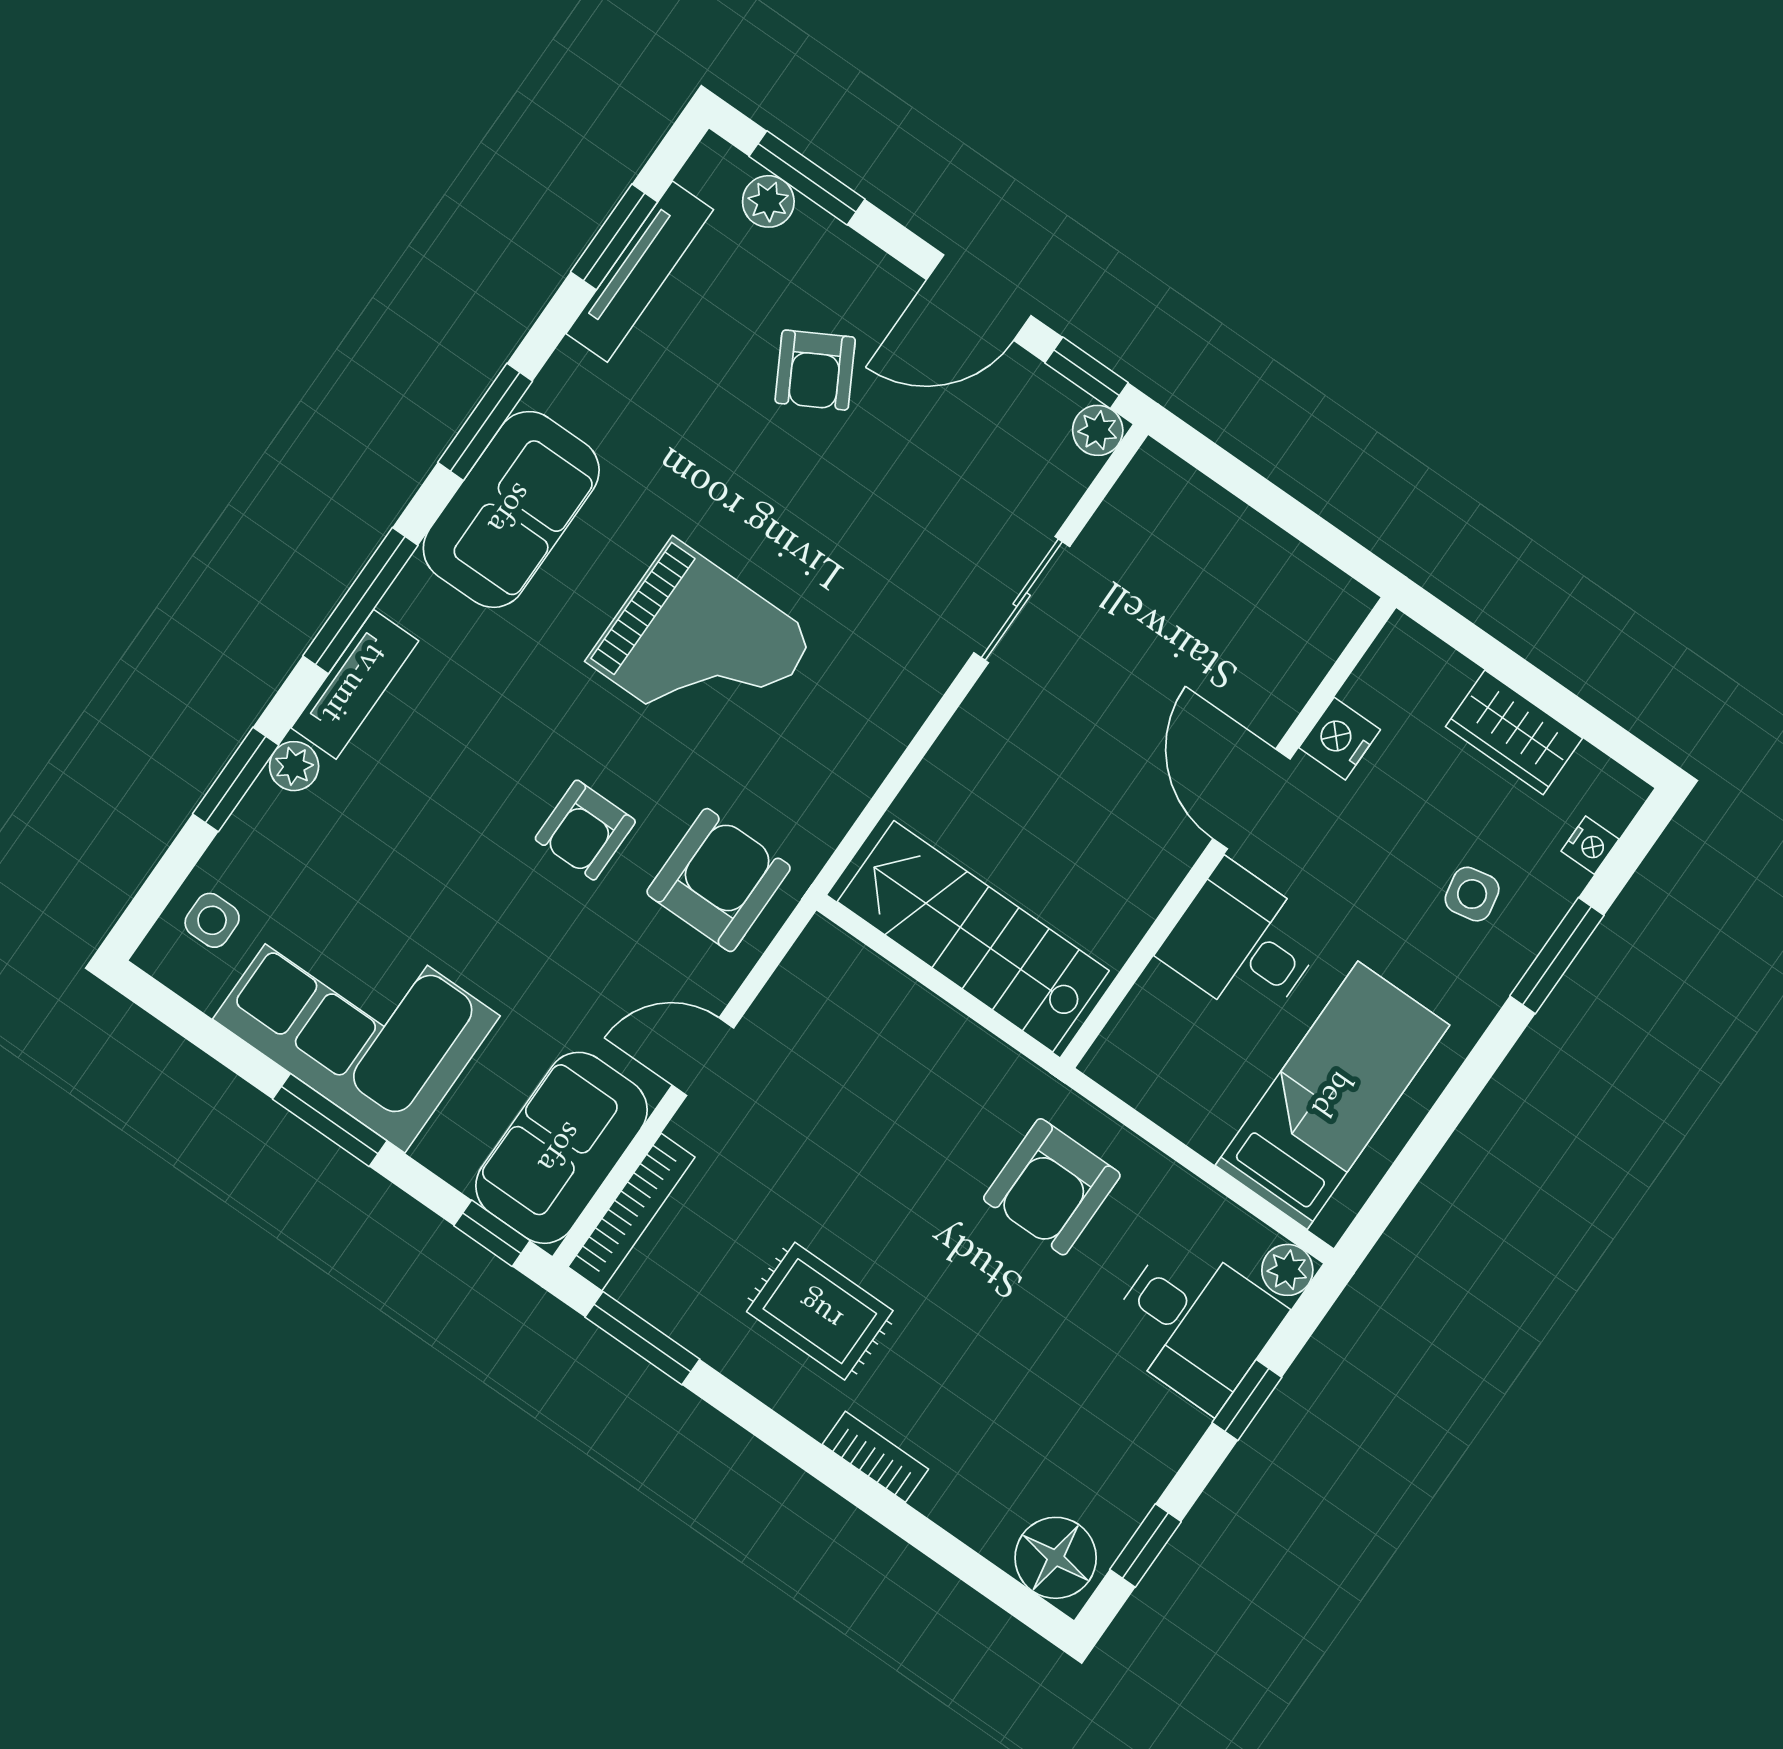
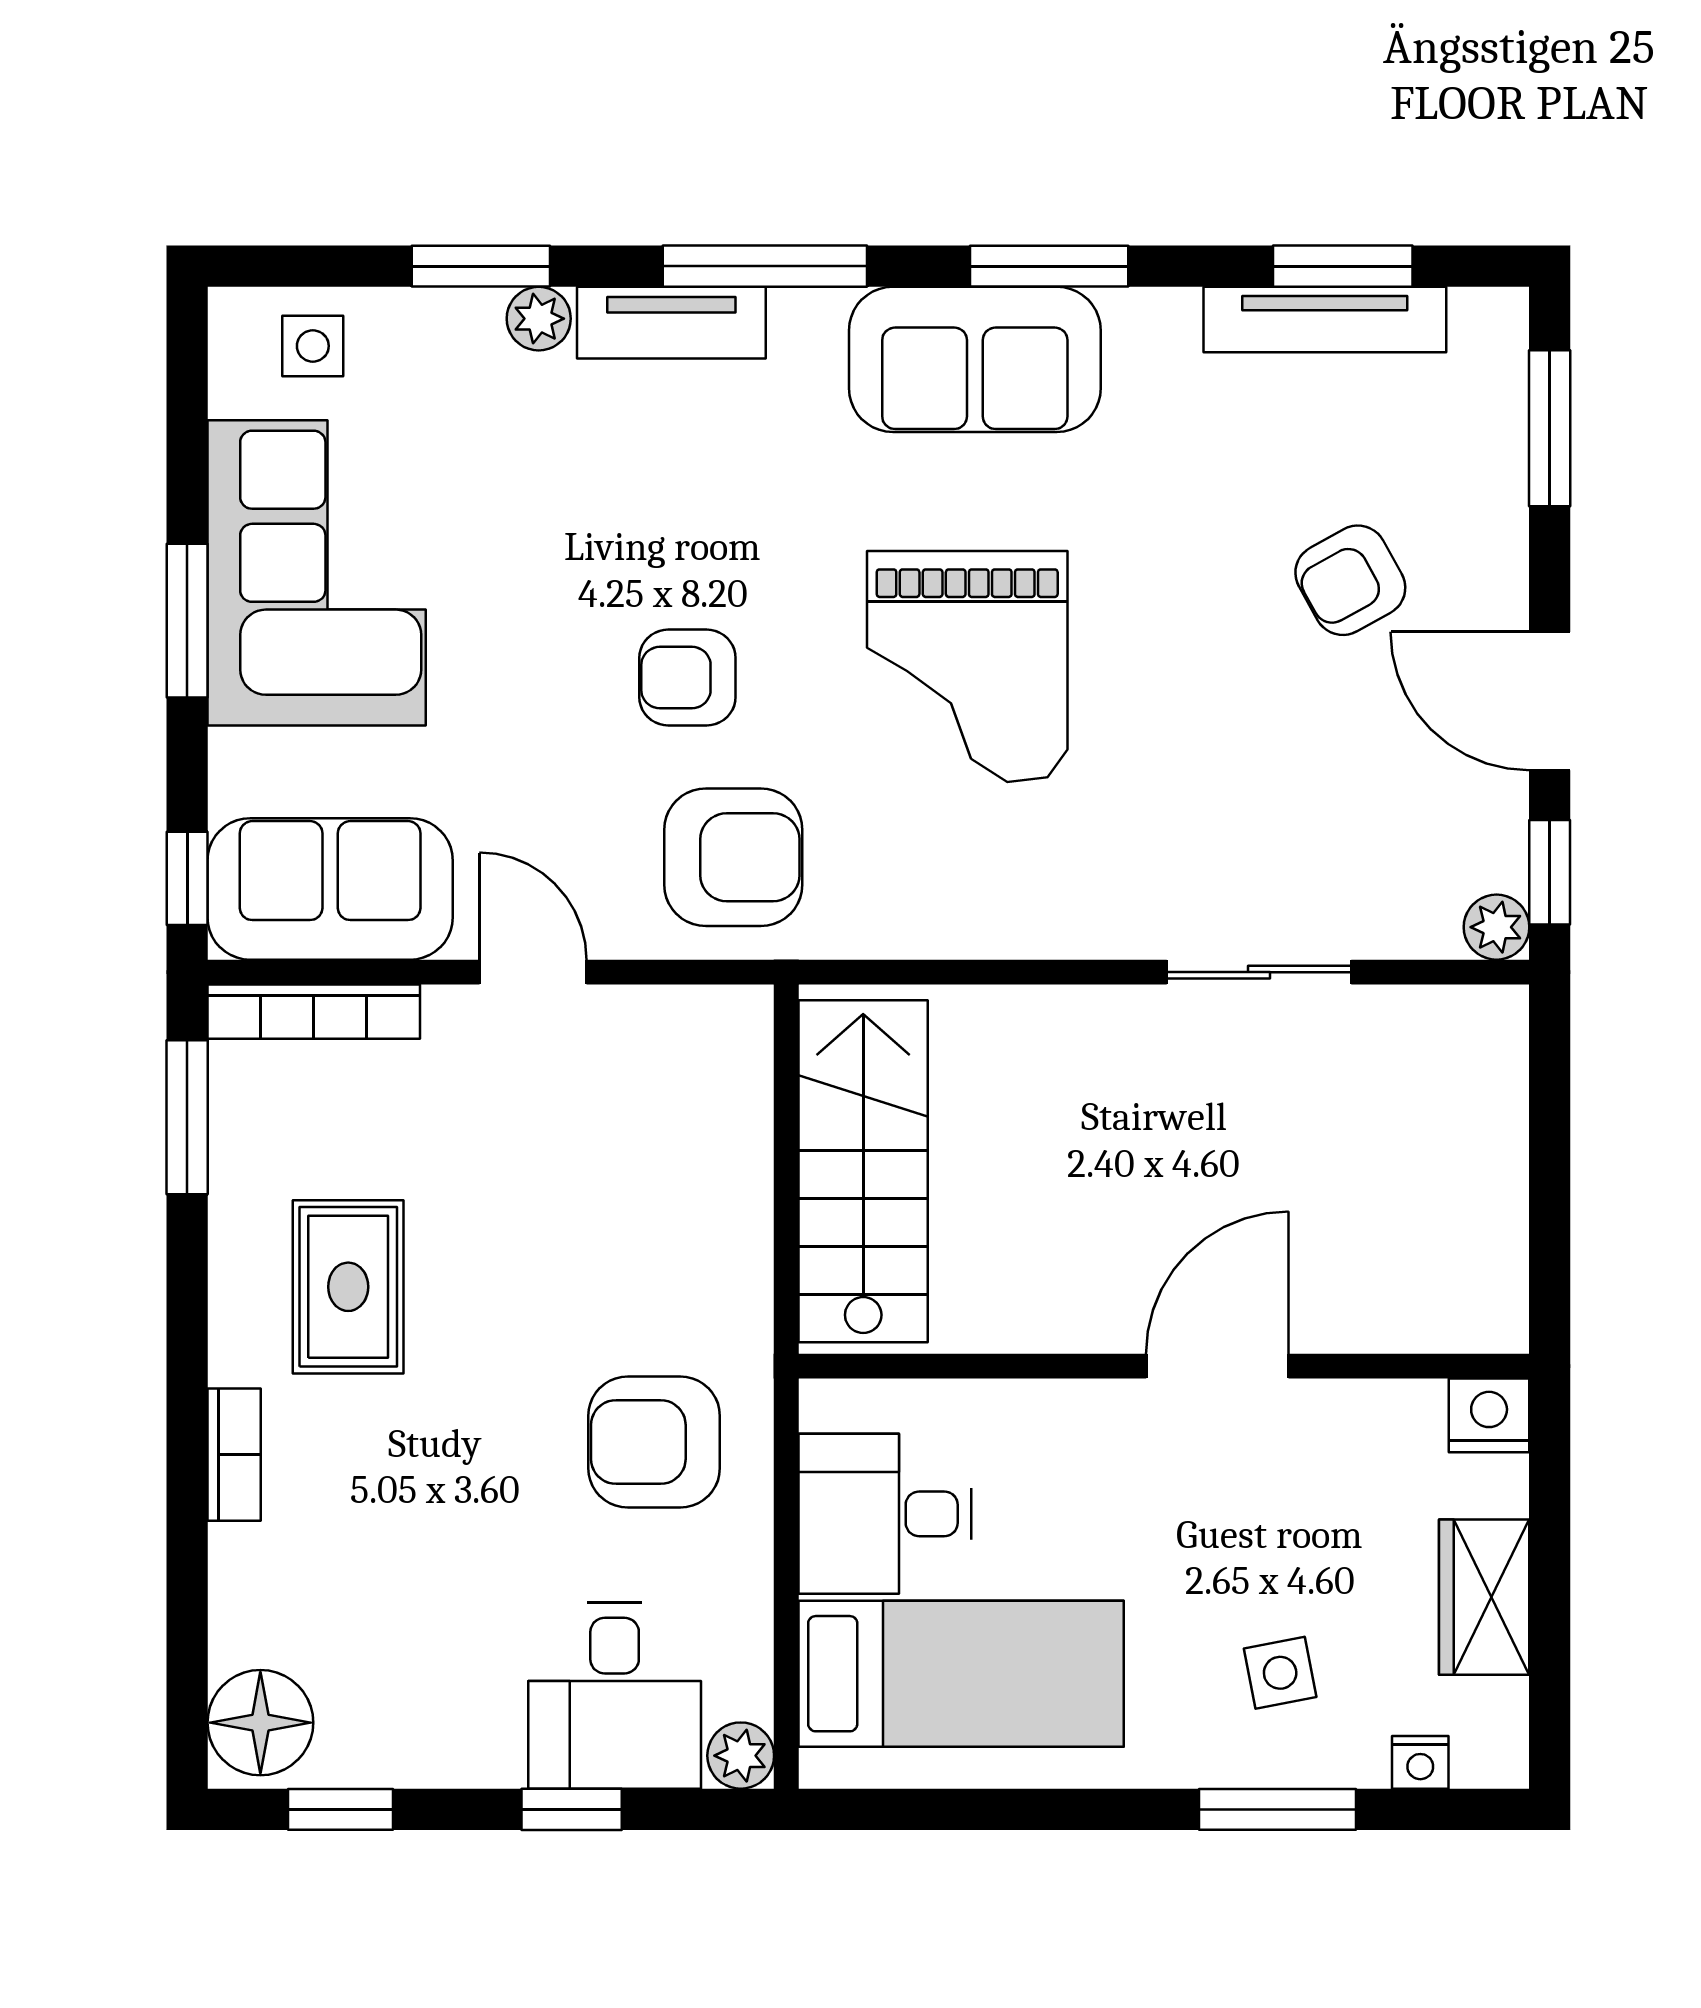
plant: (768, 201) -> (1496, 405), removed
nightstand: (1340, 739) -> (1489, 1415), moved
desk: (1243, 943) -> (885, 1514), moved, turned -90

